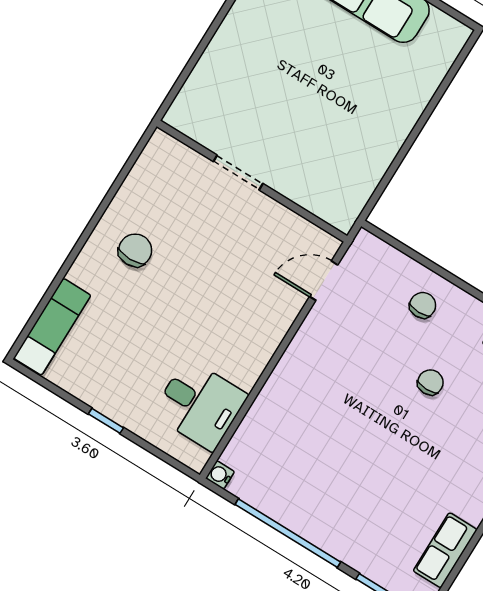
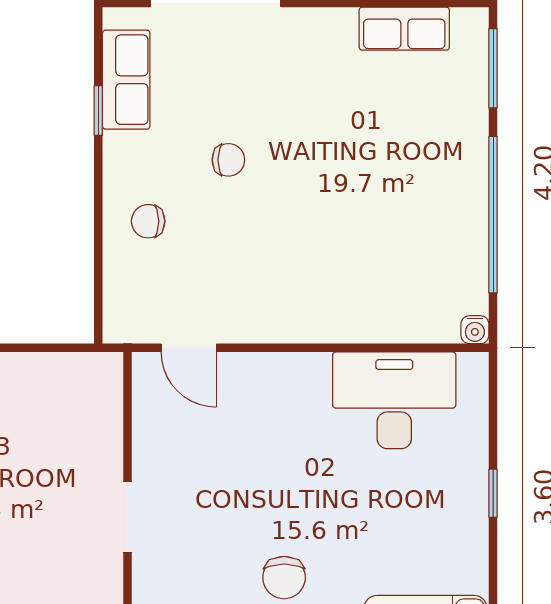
chair: (135, 250) -> (284, 578), turned -90
chair: (430, 382) -> (228, 160), turned 180
desk: (200, 405) -> (394, 400), width x1.37

